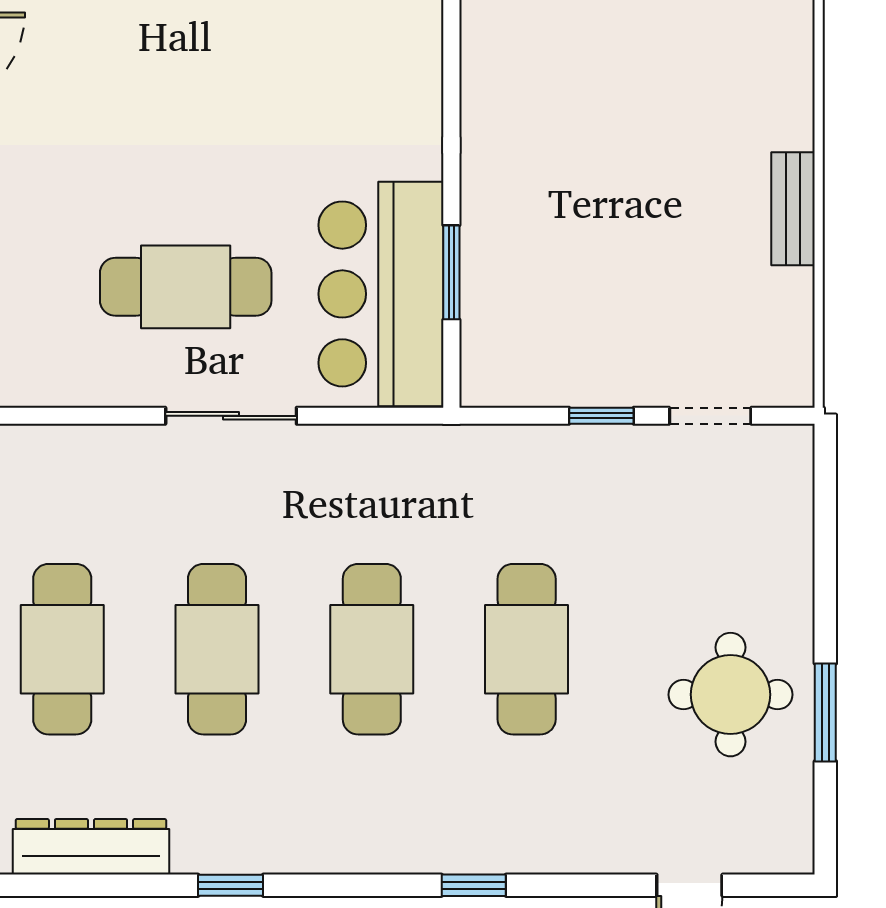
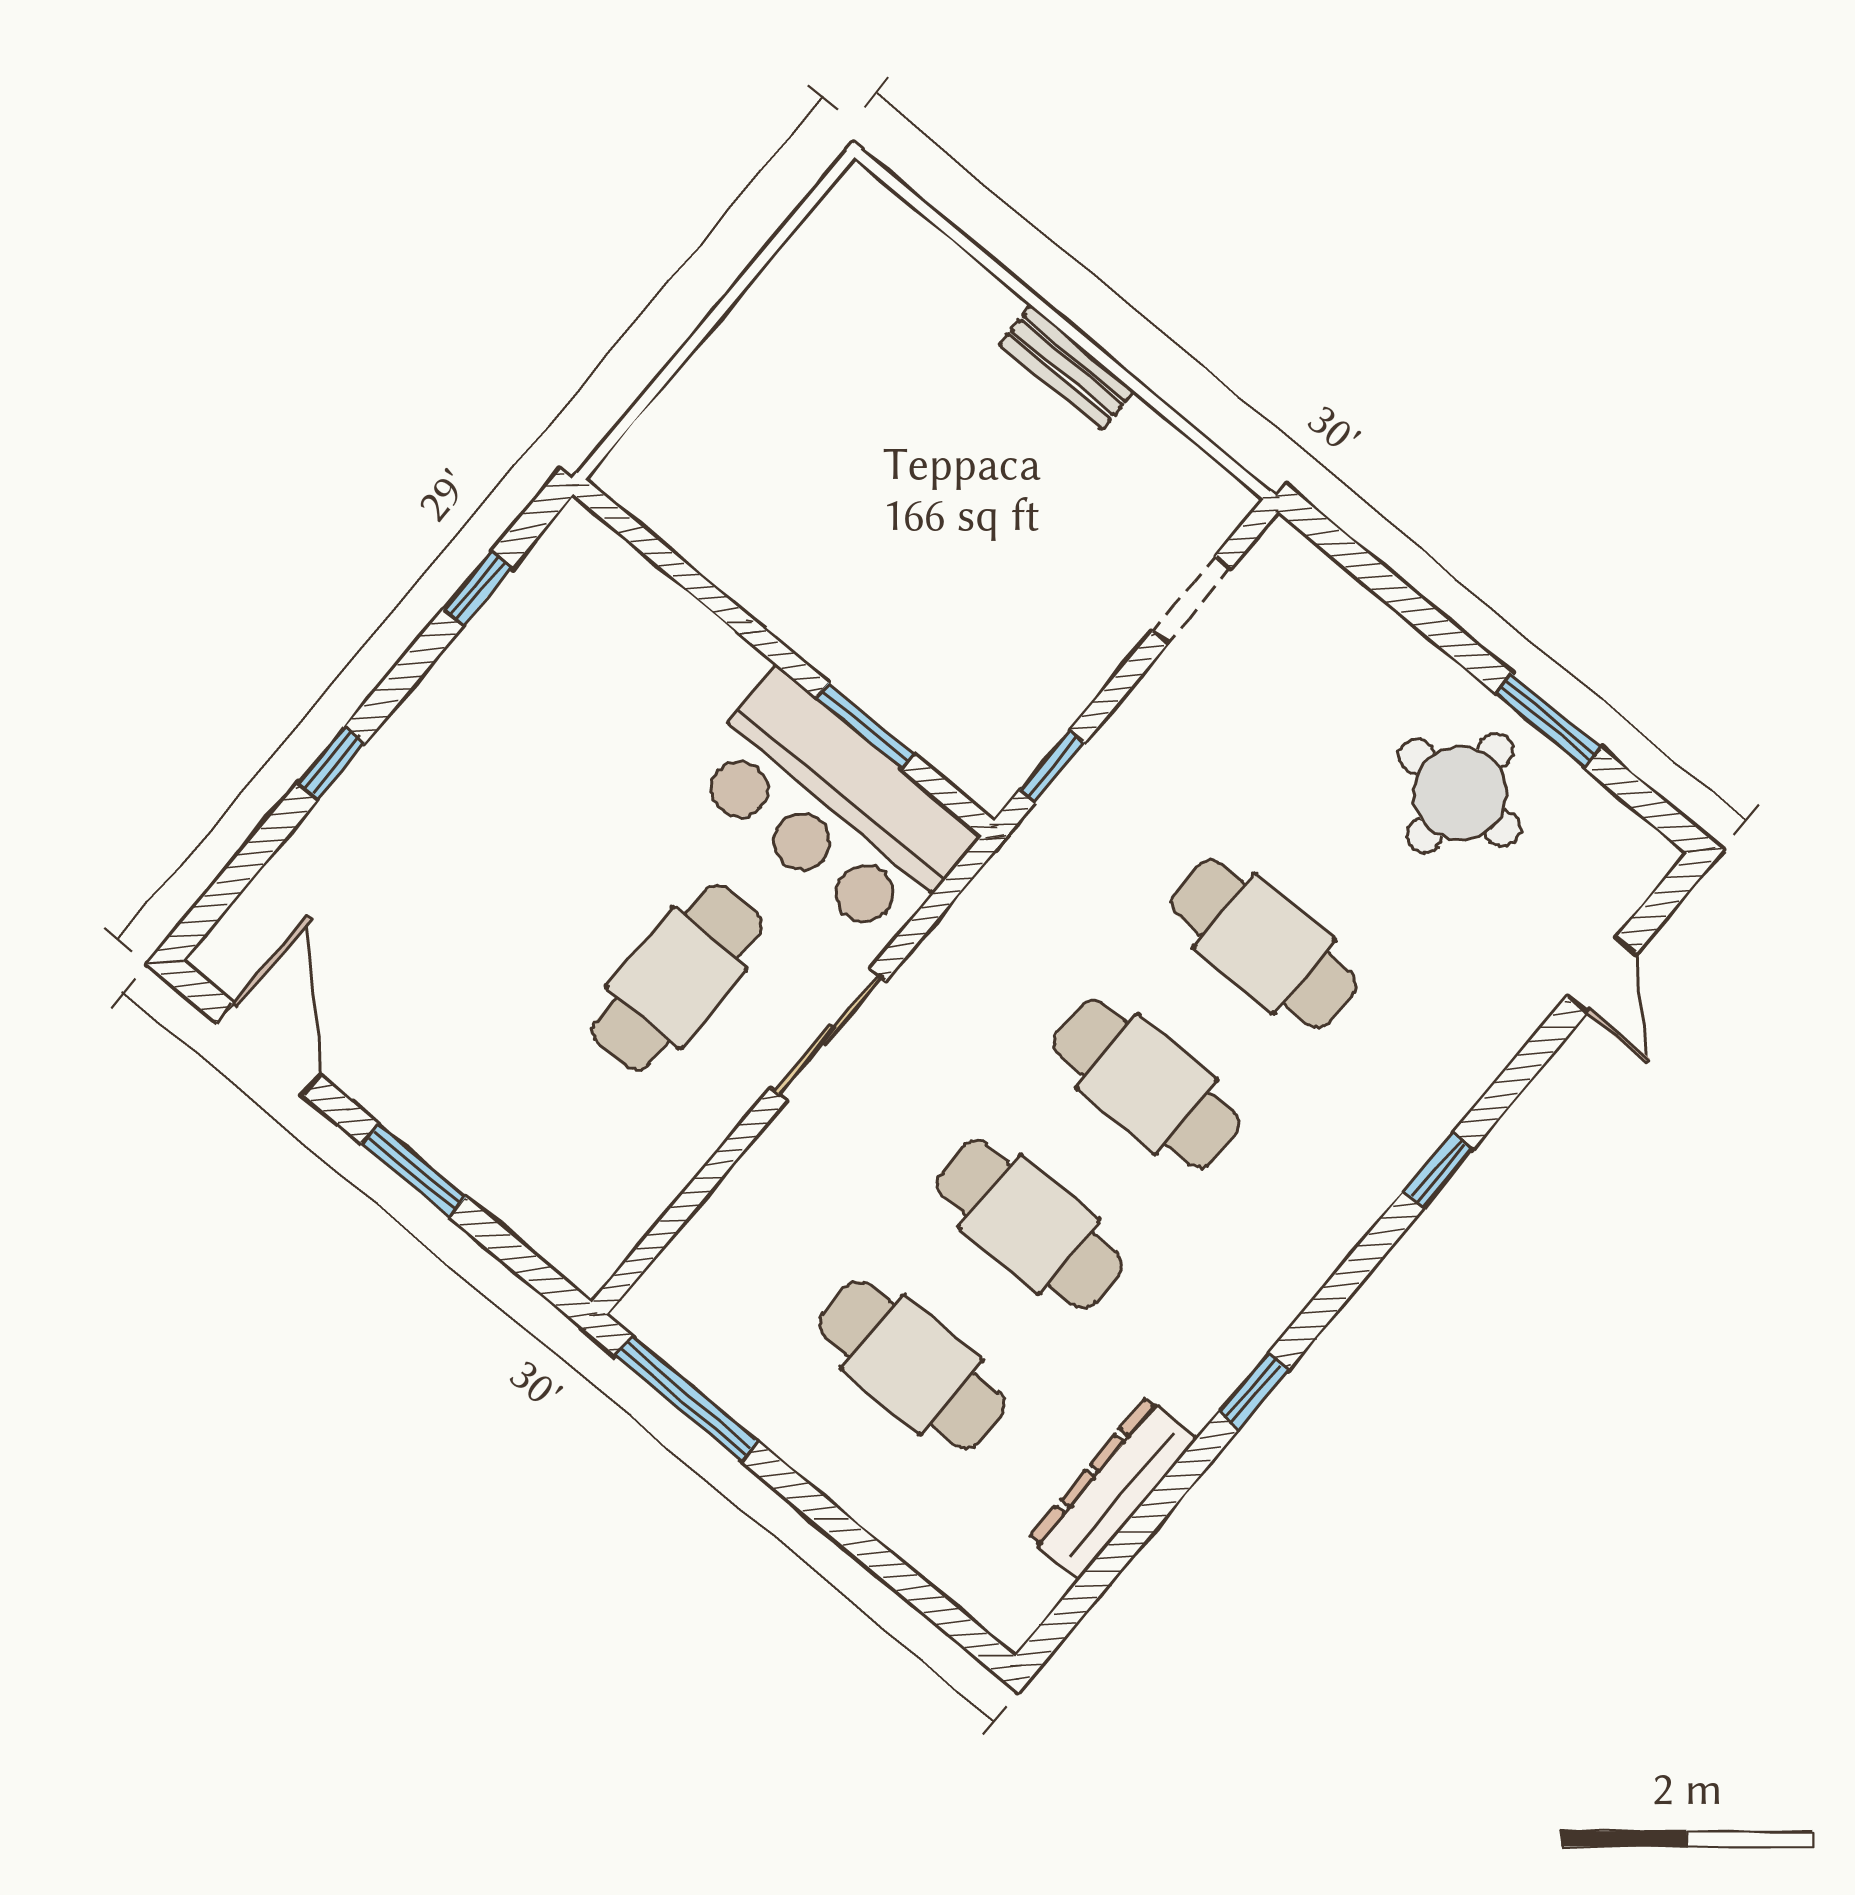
window: (601, 416) -> (1052, 766), moved

